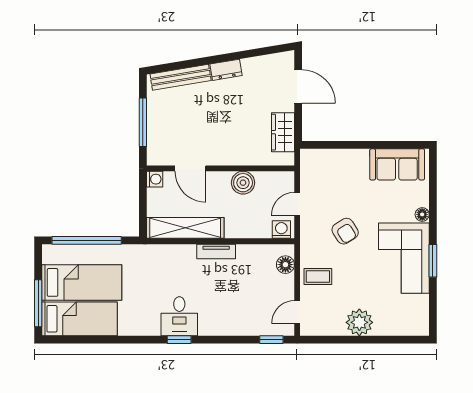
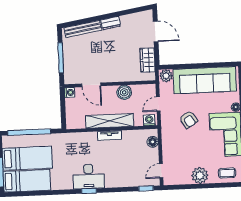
plant: (312, 159) -> (166, 76), added
sofa: (397, 164) -> (205, 80), width x1.85, depth x1.27
shelving: (185, 228) -> (110, 121), moved
coffee table: (318, 276) -> (227, 173), moved
desk: (179, 316) -> (89, 176), width x1.37

